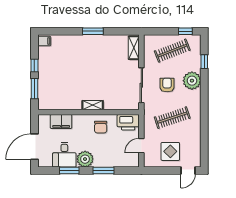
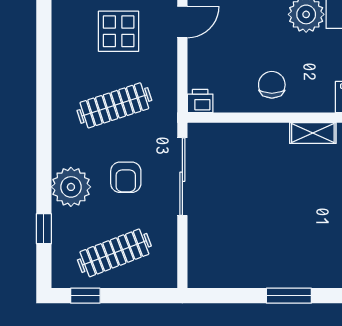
shelving: (134, 48) -> (199, 259), removed
shelving: (93, 105) -> (313, 133), moved
printer: (128, 122) -> (200, 101), width x0.53, depth x0.68
door: (141, 146) -> (182, 22), moved

